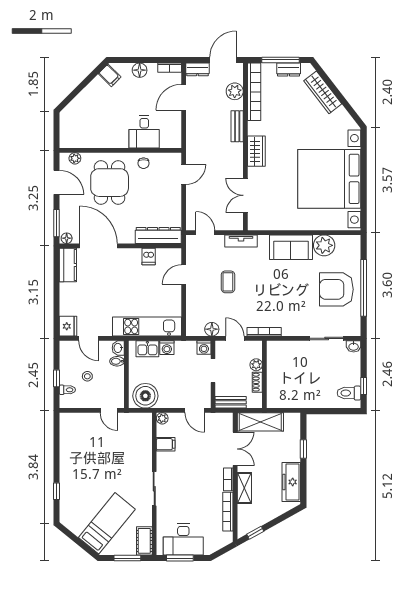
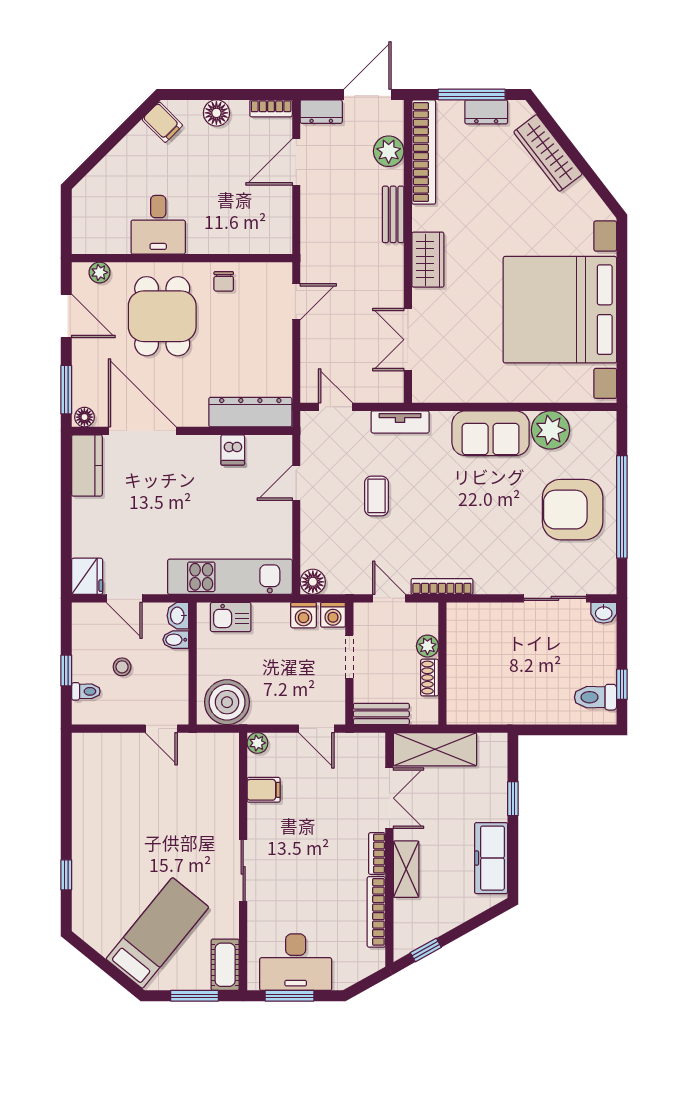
desk: (144, 132) -> (158, 225), moved
floor lamp: (212, 329) -> (313, 582), moved
washing machine: (167, 348) -> (303, 615), moved

